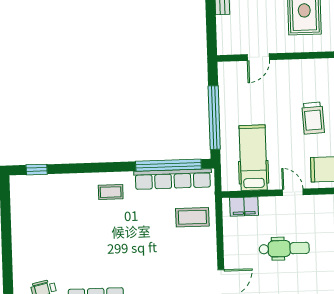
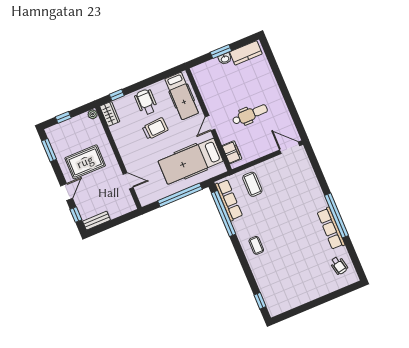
hospital bed: (253, 158) -> (191, 161), width x1.37, depth x1.29
row of seats: (173, 179) -> (229, 200), width x0.73
dental chair: (284, 249) -> (250, 115), turned 90

